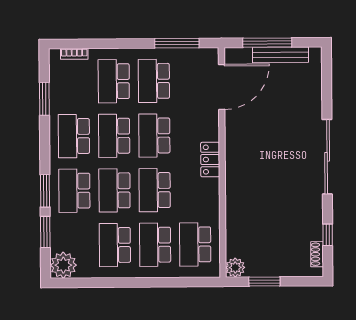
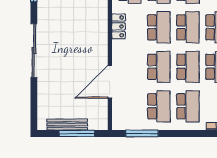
door: (222, 87) -> (110, 82), moved
locker: (210, 160) -> (119, 26), moved

